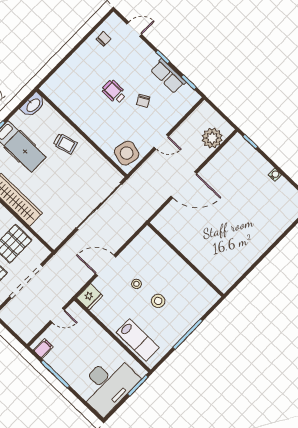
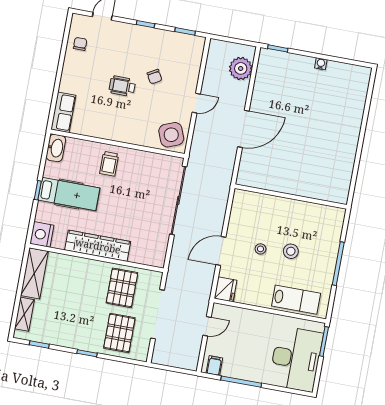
row of seats: (168, 76) -> (63, 112), moved, turned -90
trolley: (65, 144) -> (109, 164), turned 105
side table: (127, 153) -> (171, 135), turned -36

